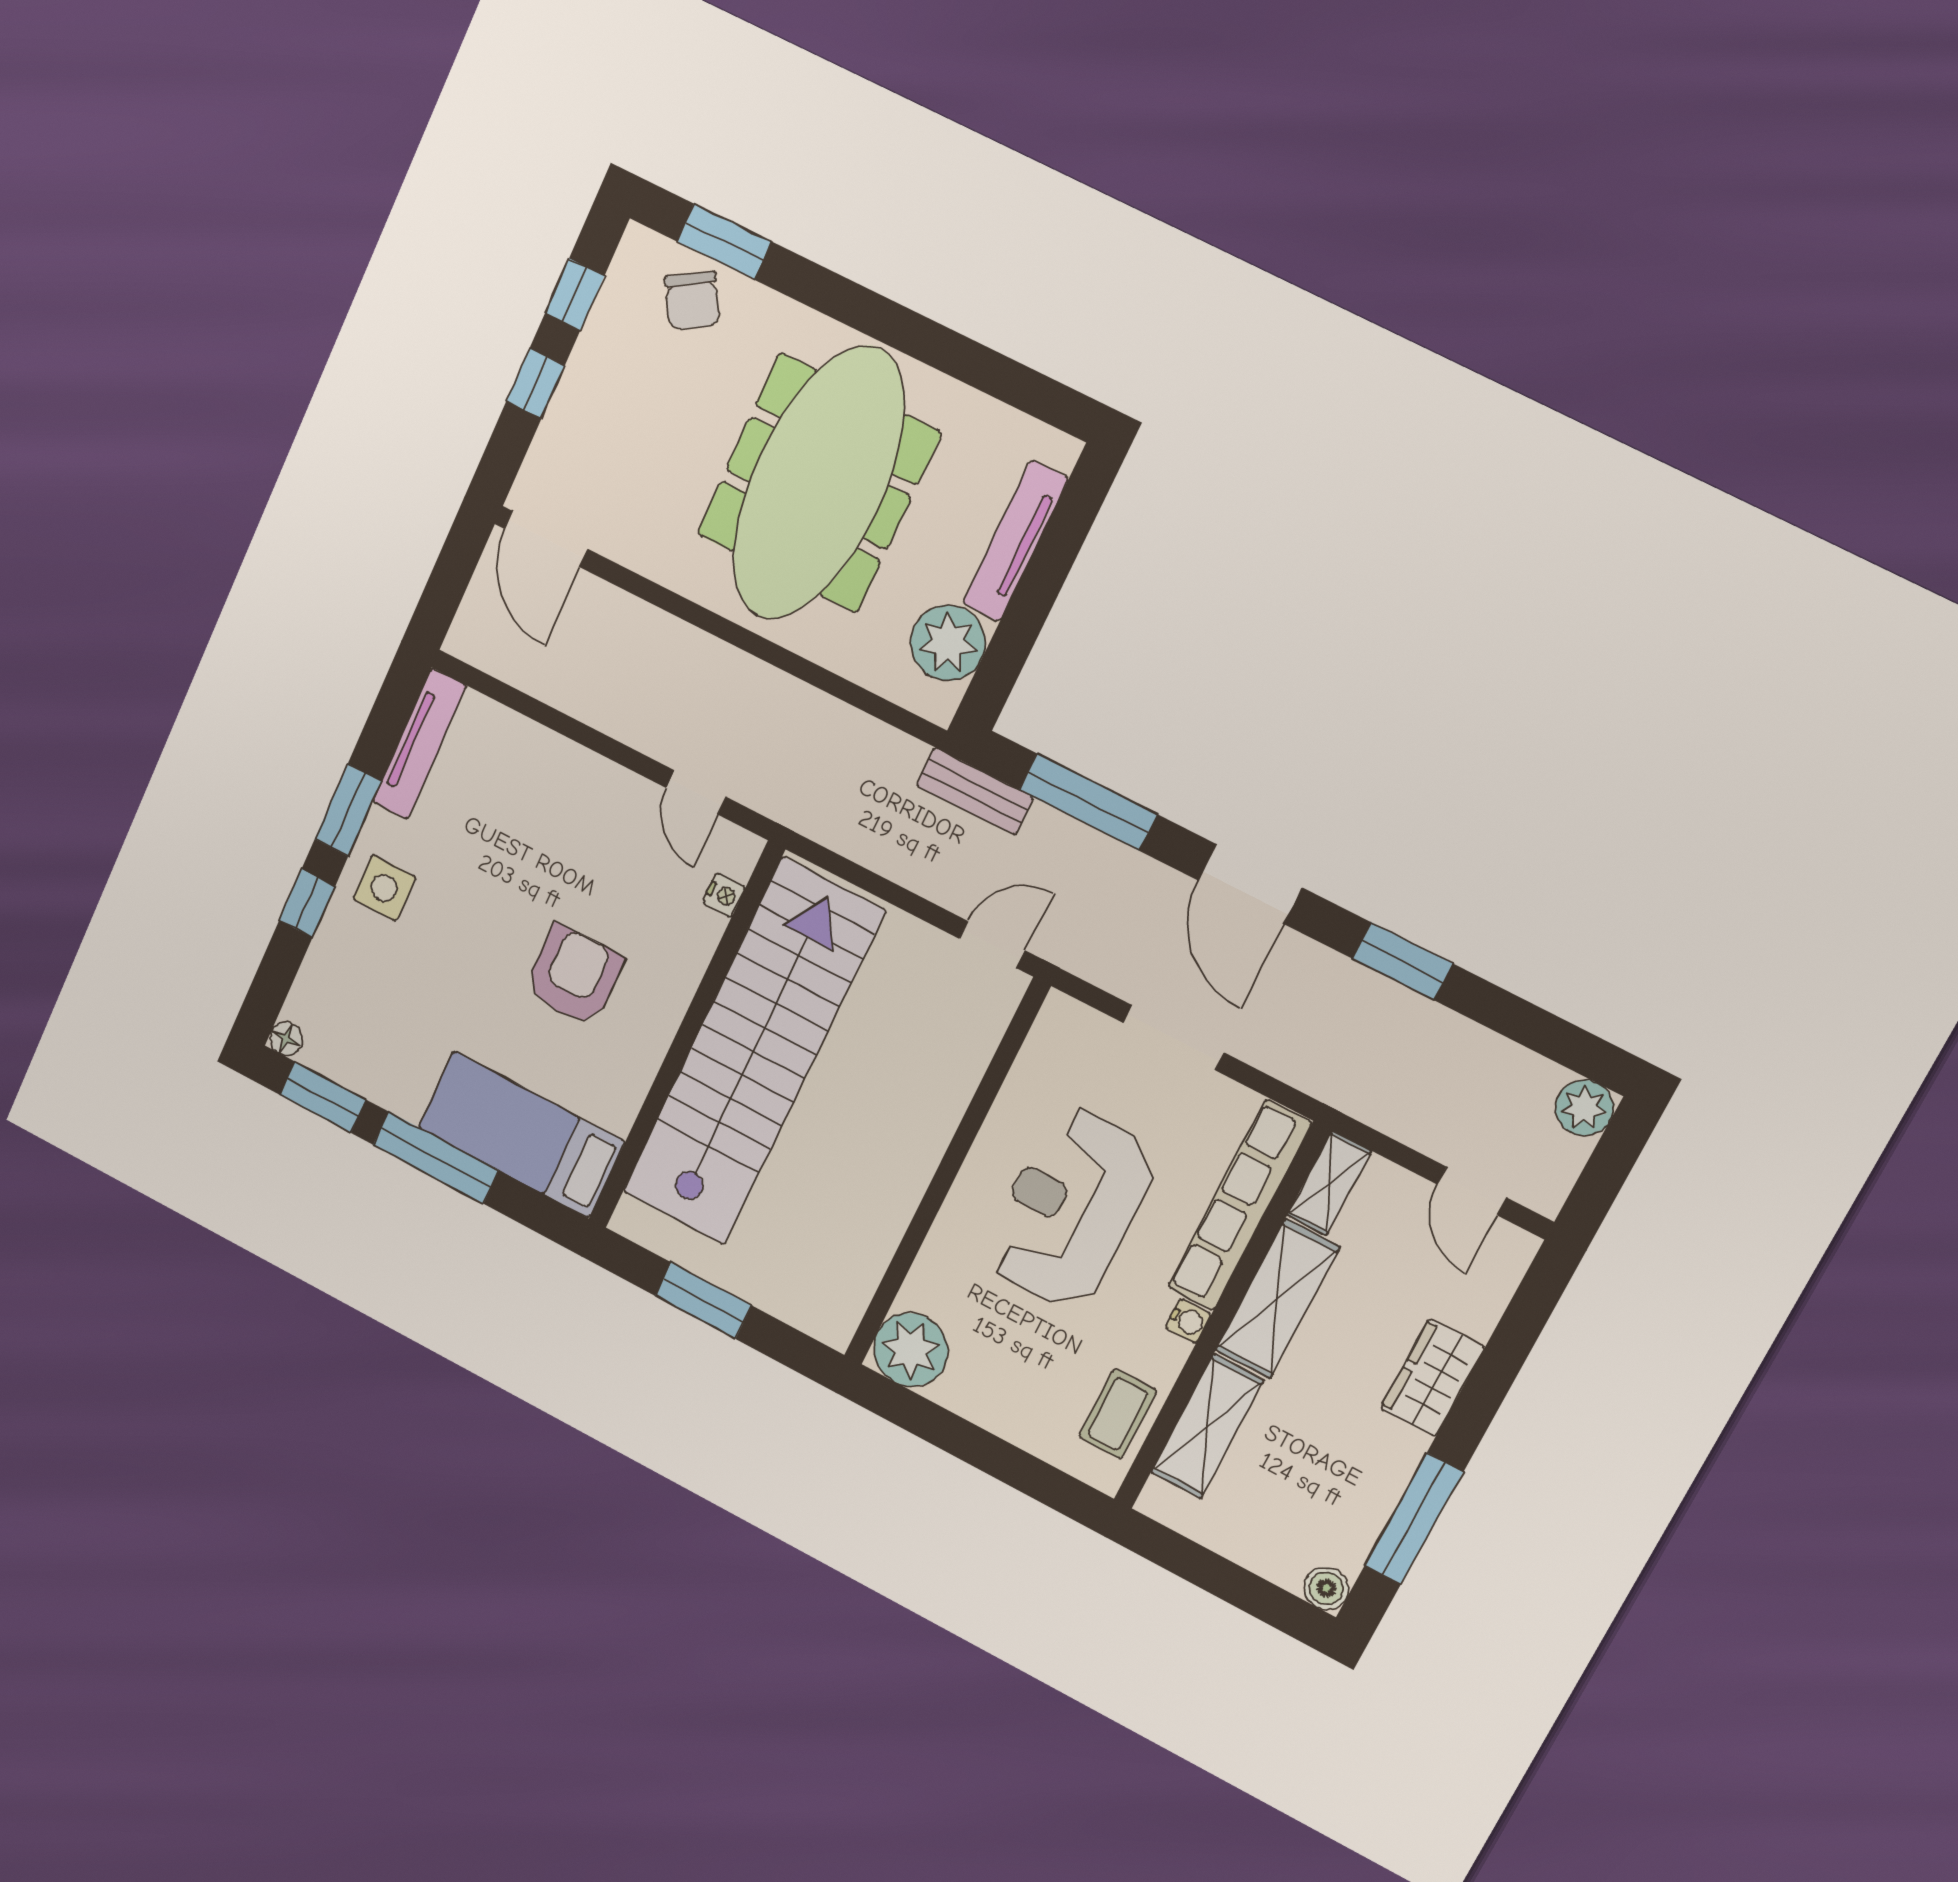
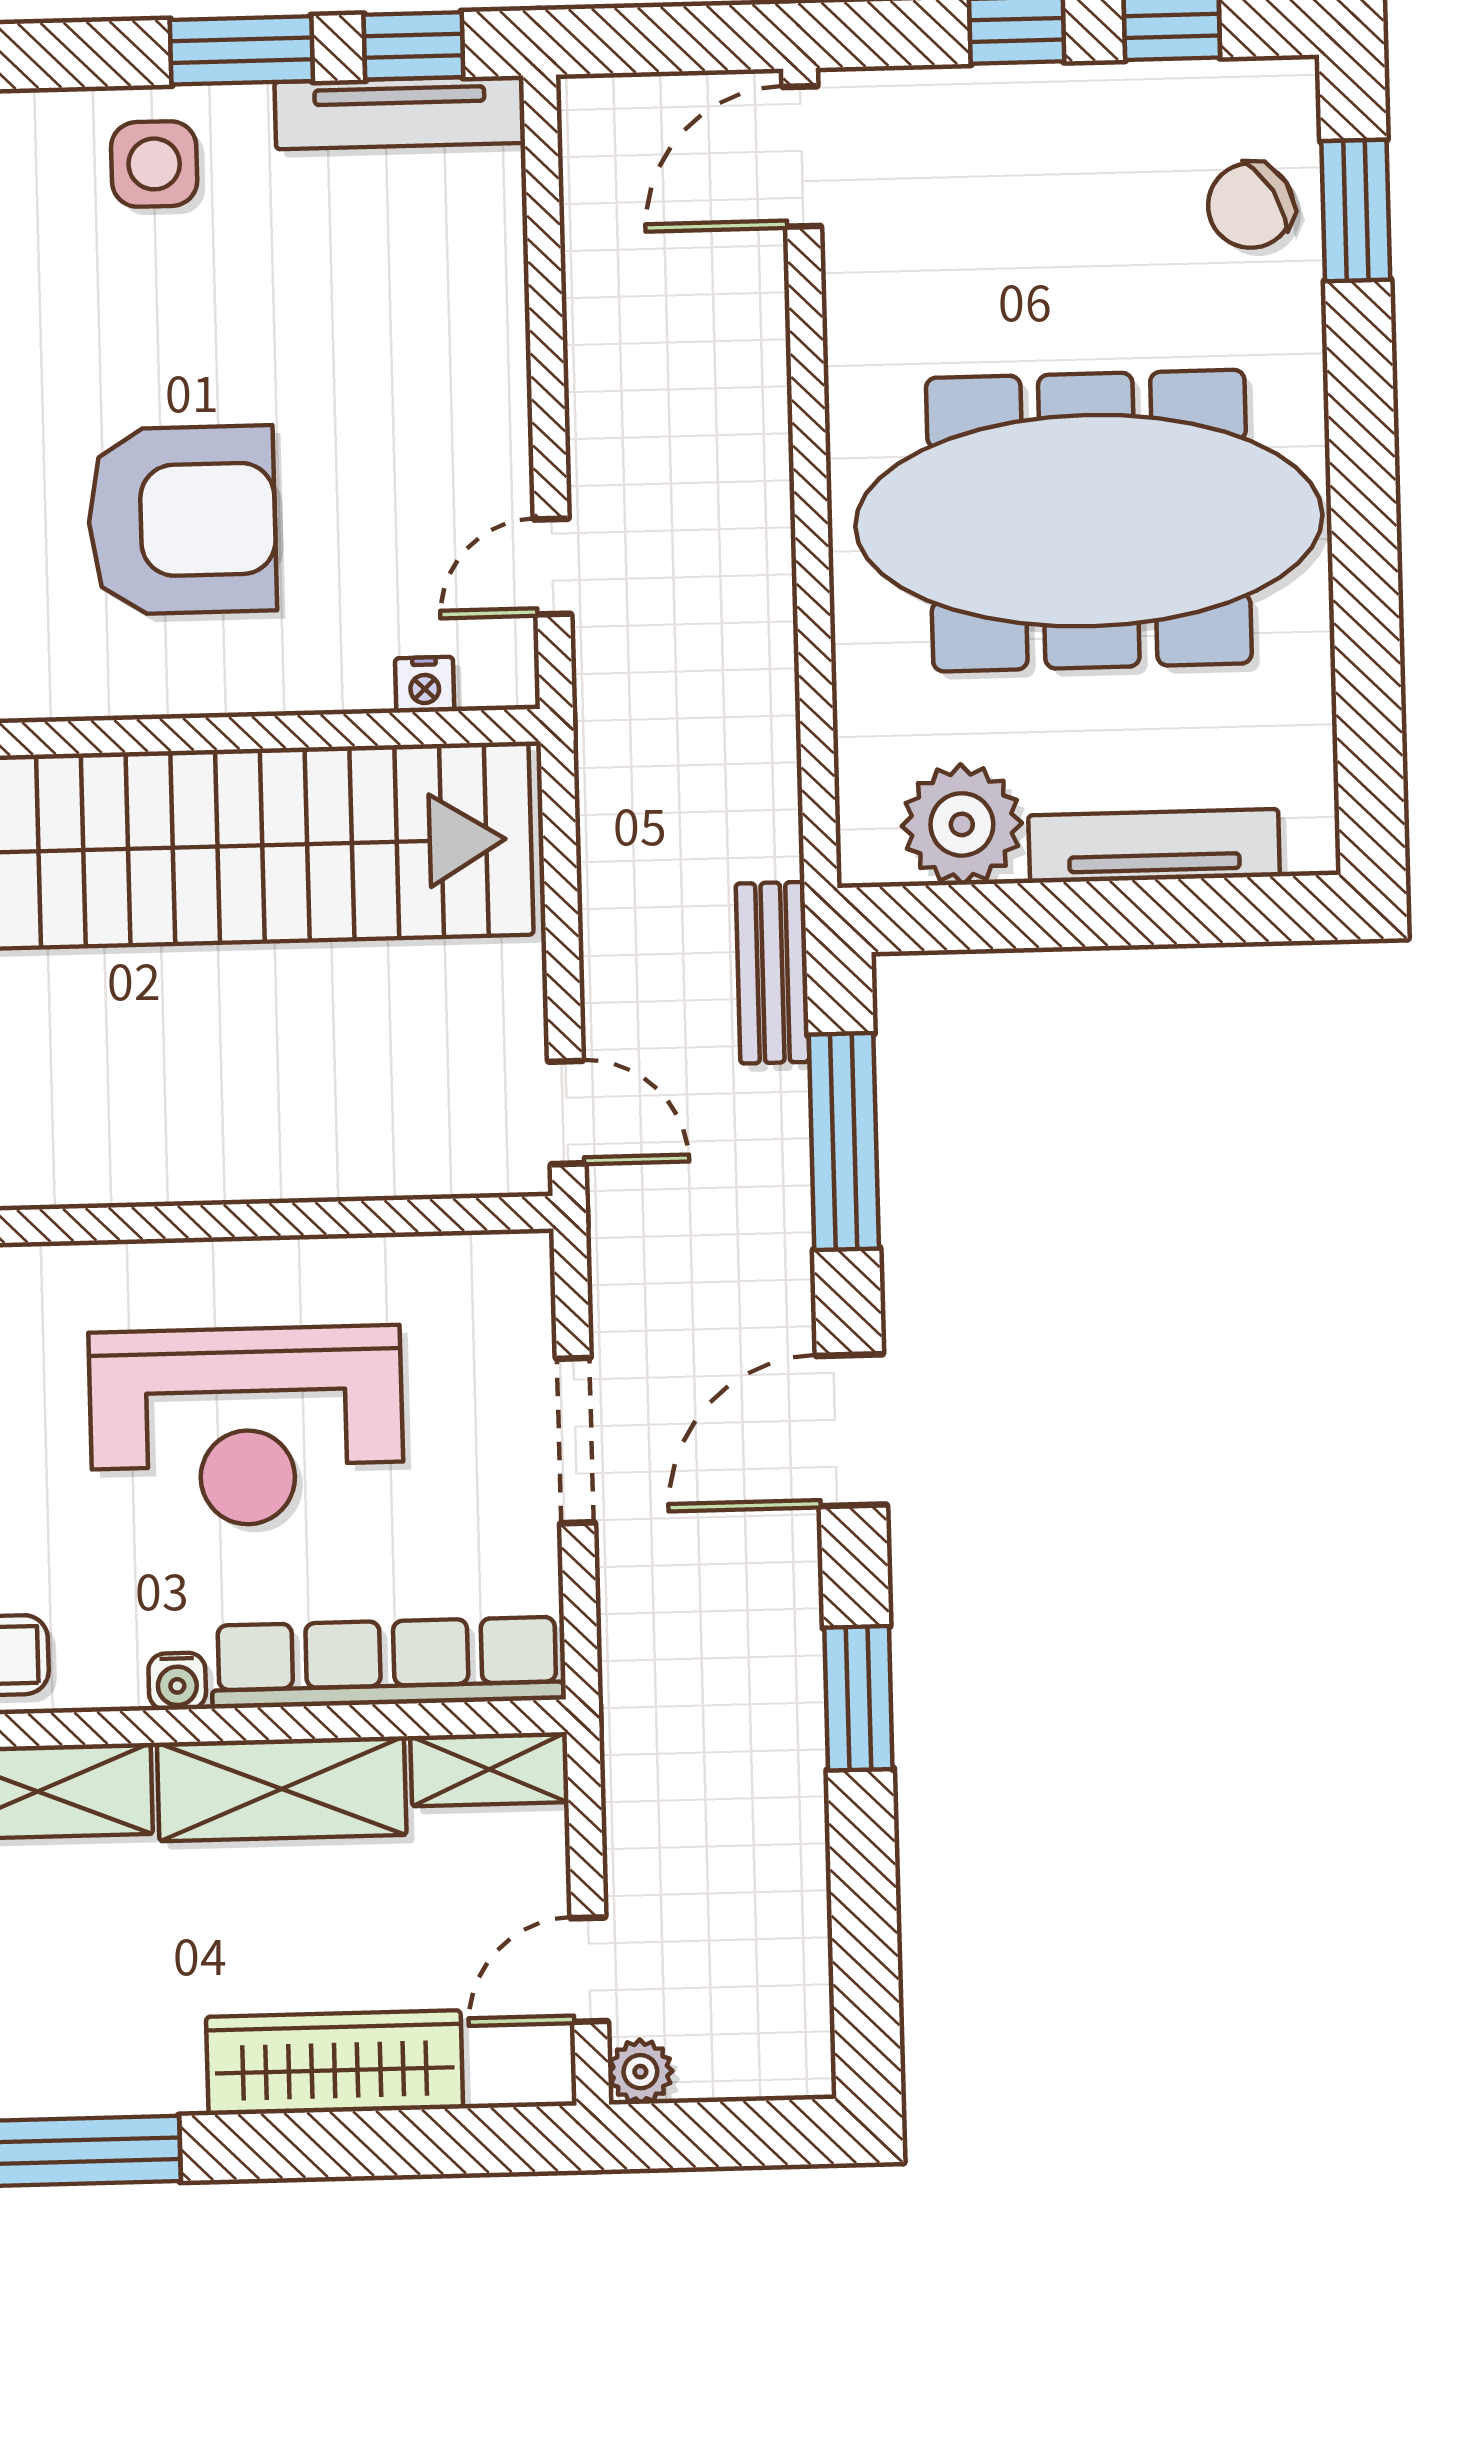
window: (307, 903) -> (413, 46), moved
armchair: (574, 975) -> (182, 520), width x1.36, depth x1.36
plant: (1584, 1108) -> (640, 2072), moved, width x0.73, depth x0.73
reception desk: (1070, 1208) -> (246, 1426), turned 180
wardrobe: (1433, 1378) -> (335, 2063), width x1.50

